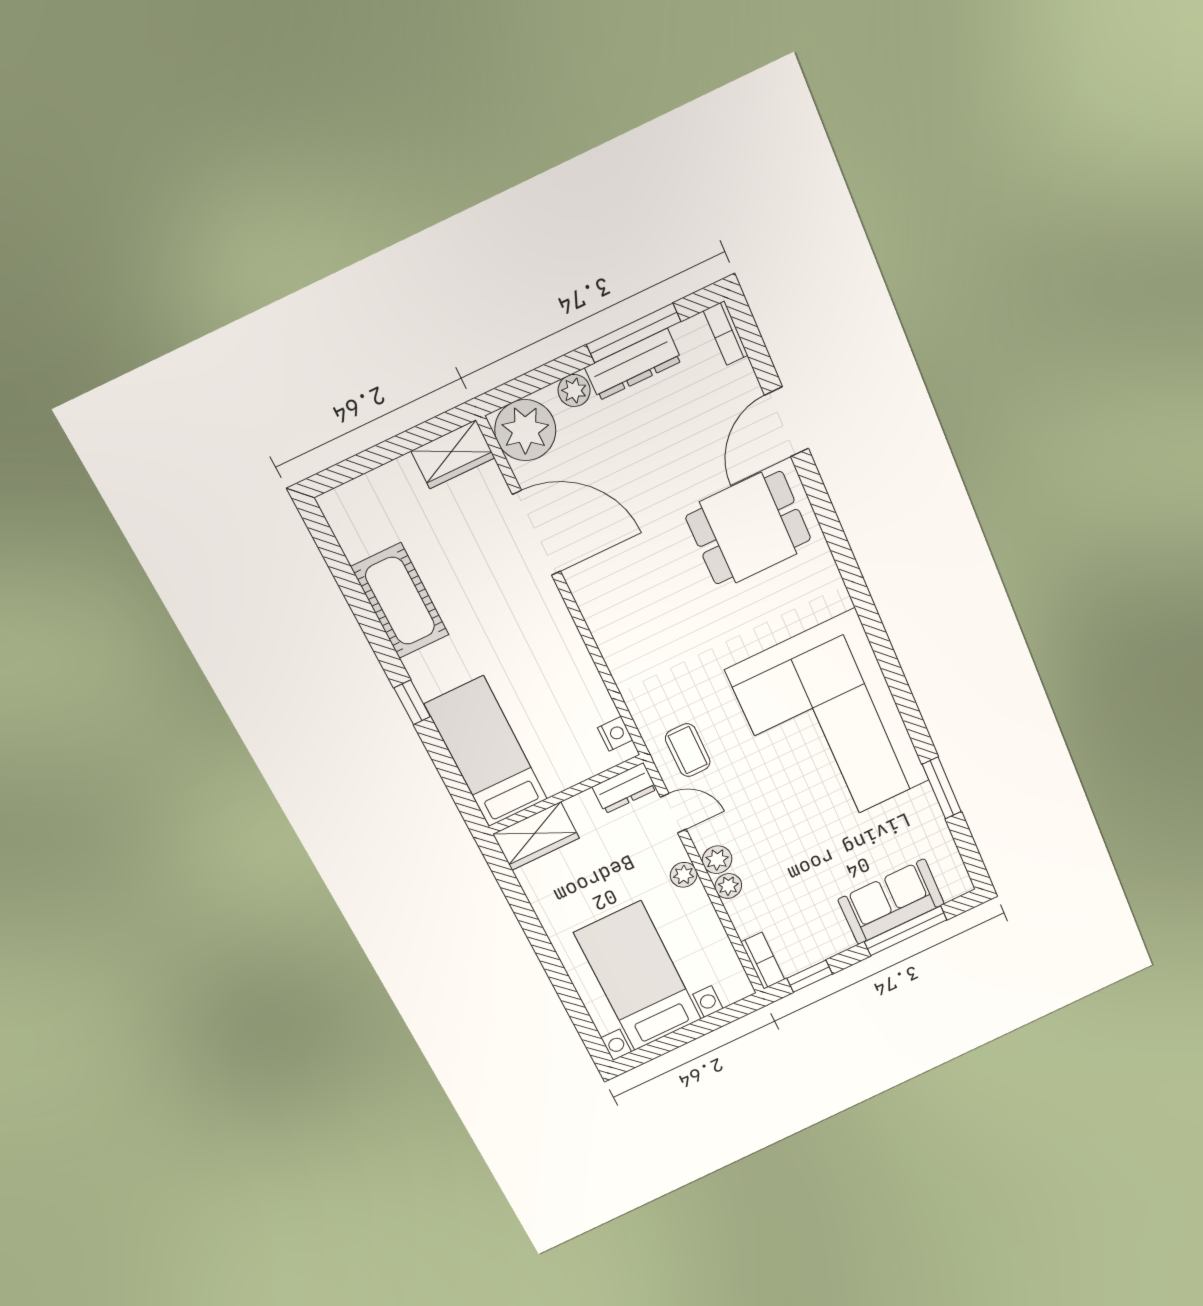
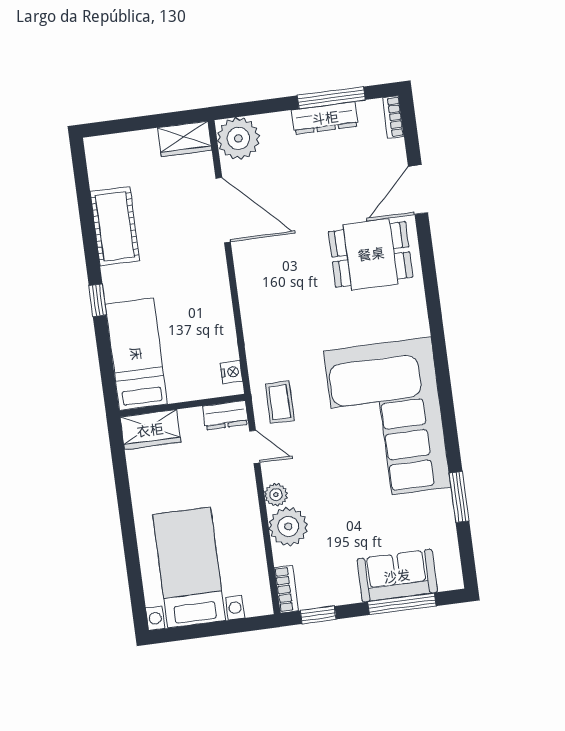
plant: (574, 391) -> (280, 123), removed
plant: (684, 875) -> (248, 498), removed
plant: (728, 886) -> (288, 526), width x1.87, depth x1.87

